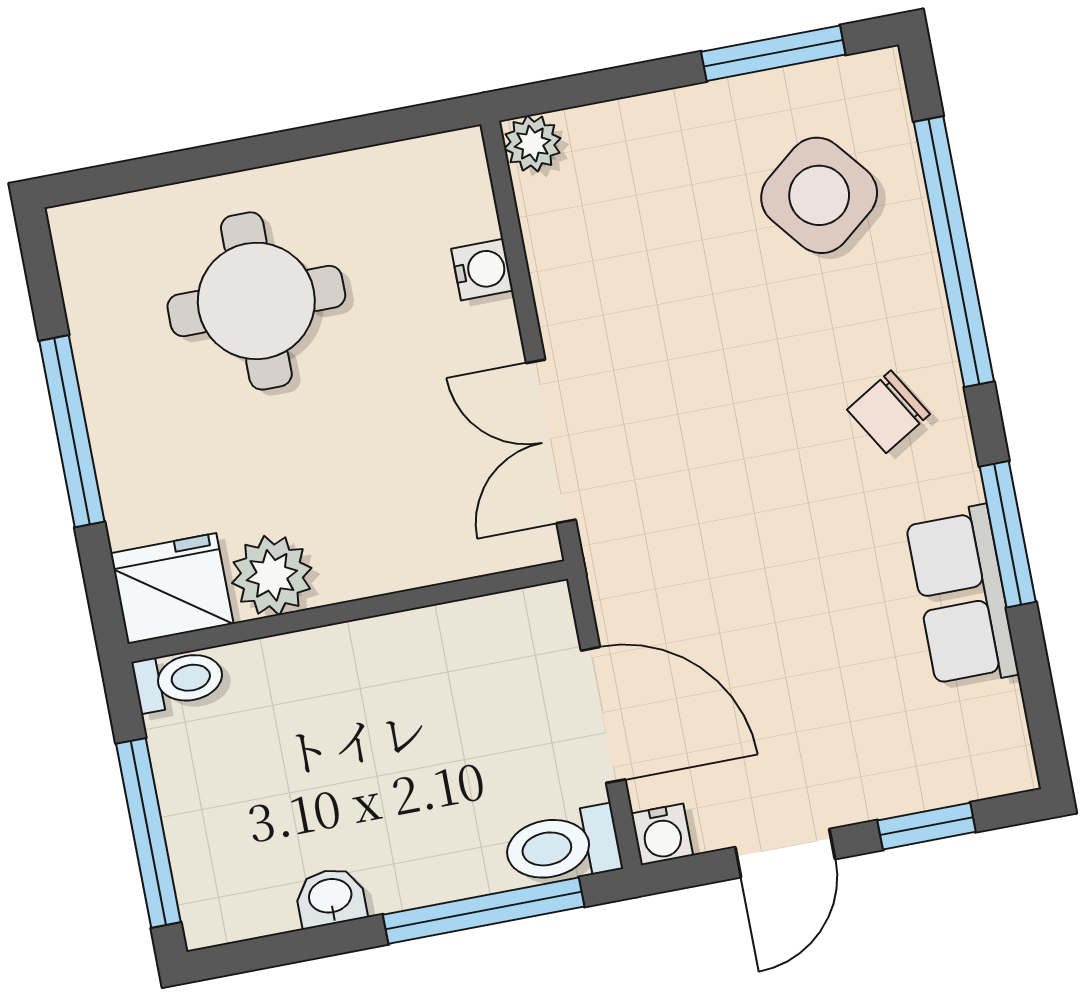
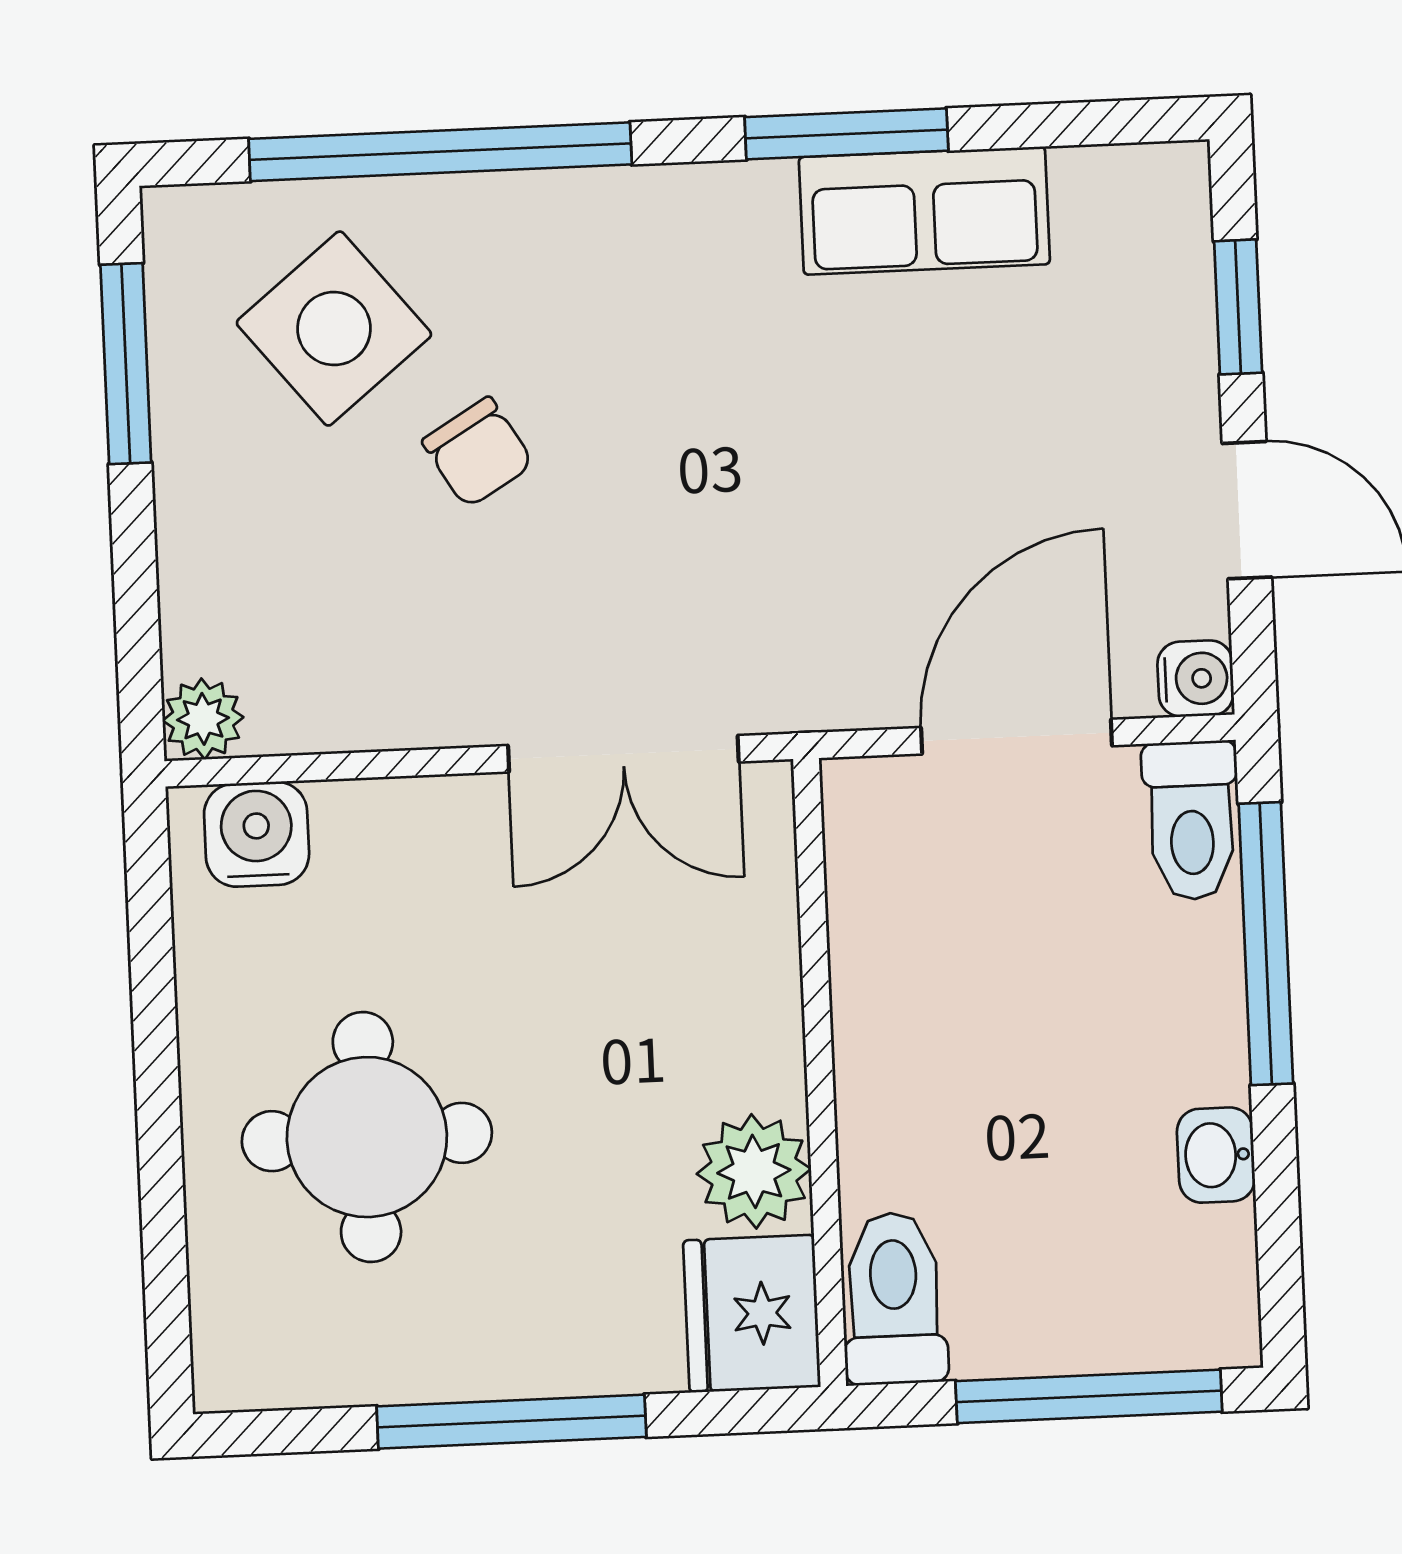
water cooler: (482, 270) -> (257, 834), moved, width x1.38, depth x1.38
chair: (888, 412) -> (478, 452), moved
toilet: (179, 680) -> (894, 1298), width x1.37, depth x1.39

